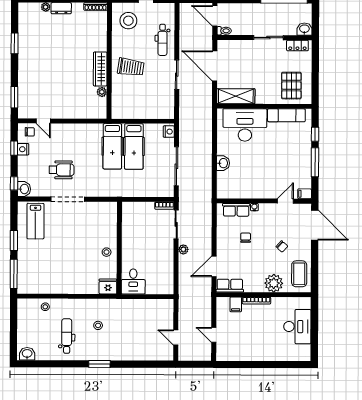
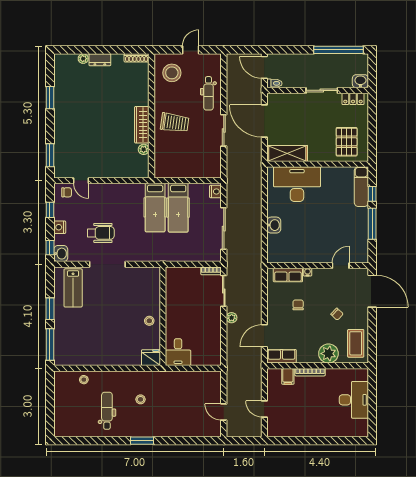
exam couch: (286, 115) -> (361, 187), moved, turned 90
nightstand: (23, 149) -> (60, 227), moved
filing cabinet: (305, 194) -> (361, 258), removed
washbasin: (27, 354) -> (65, 430), removed

